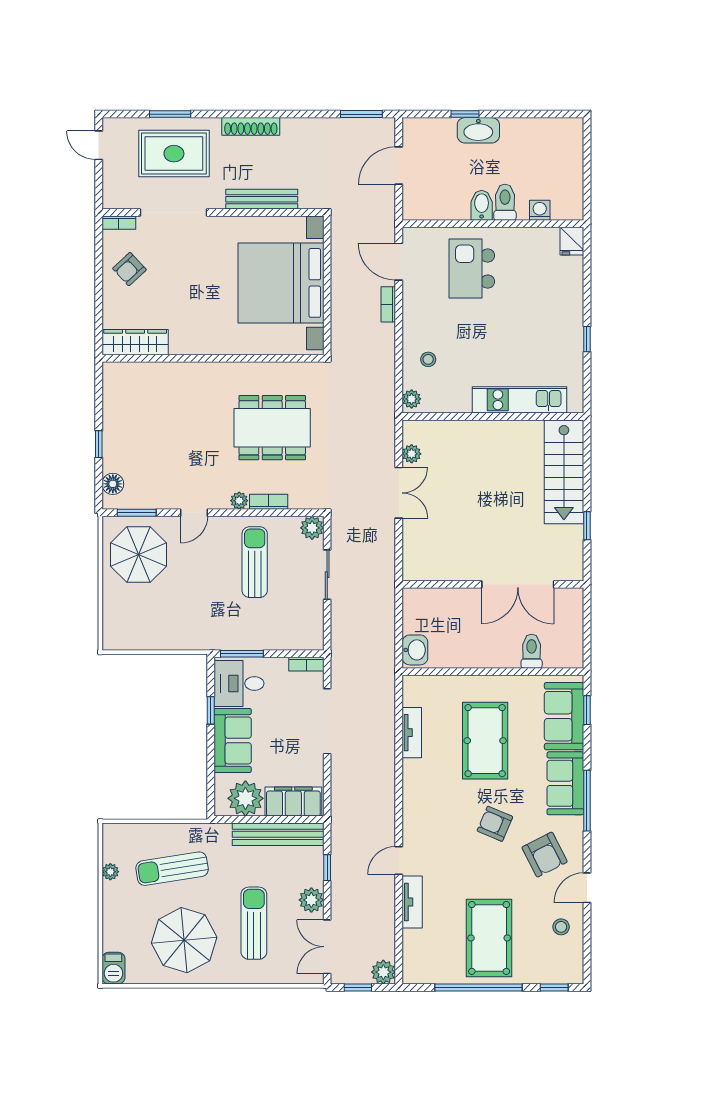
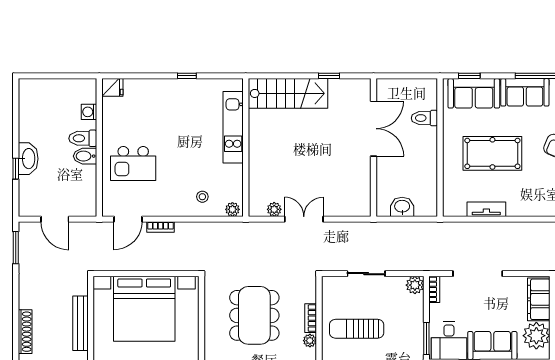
plant: (312, 528) -> (415, 285), moved
washbasin: (415, 650) -> (402, 207), moved

